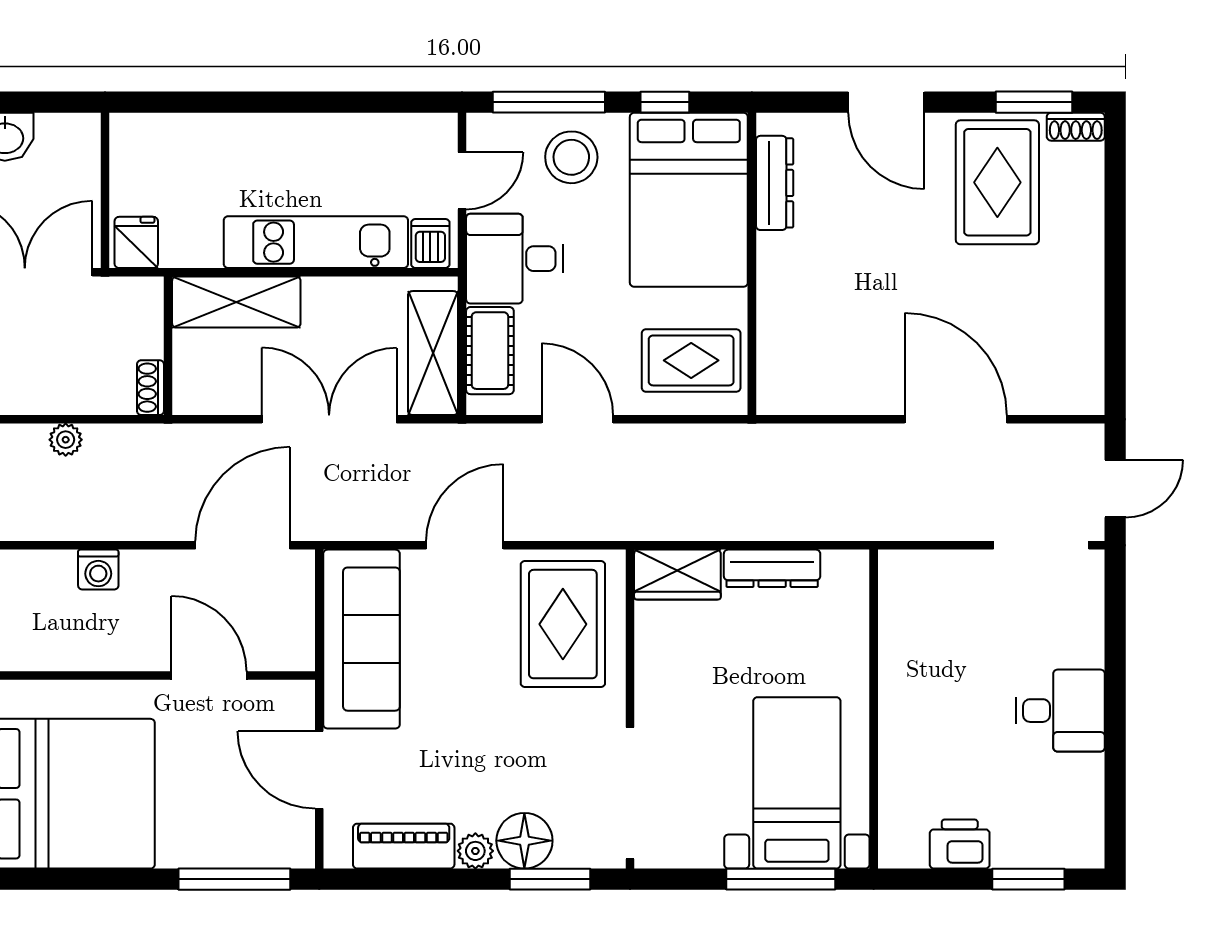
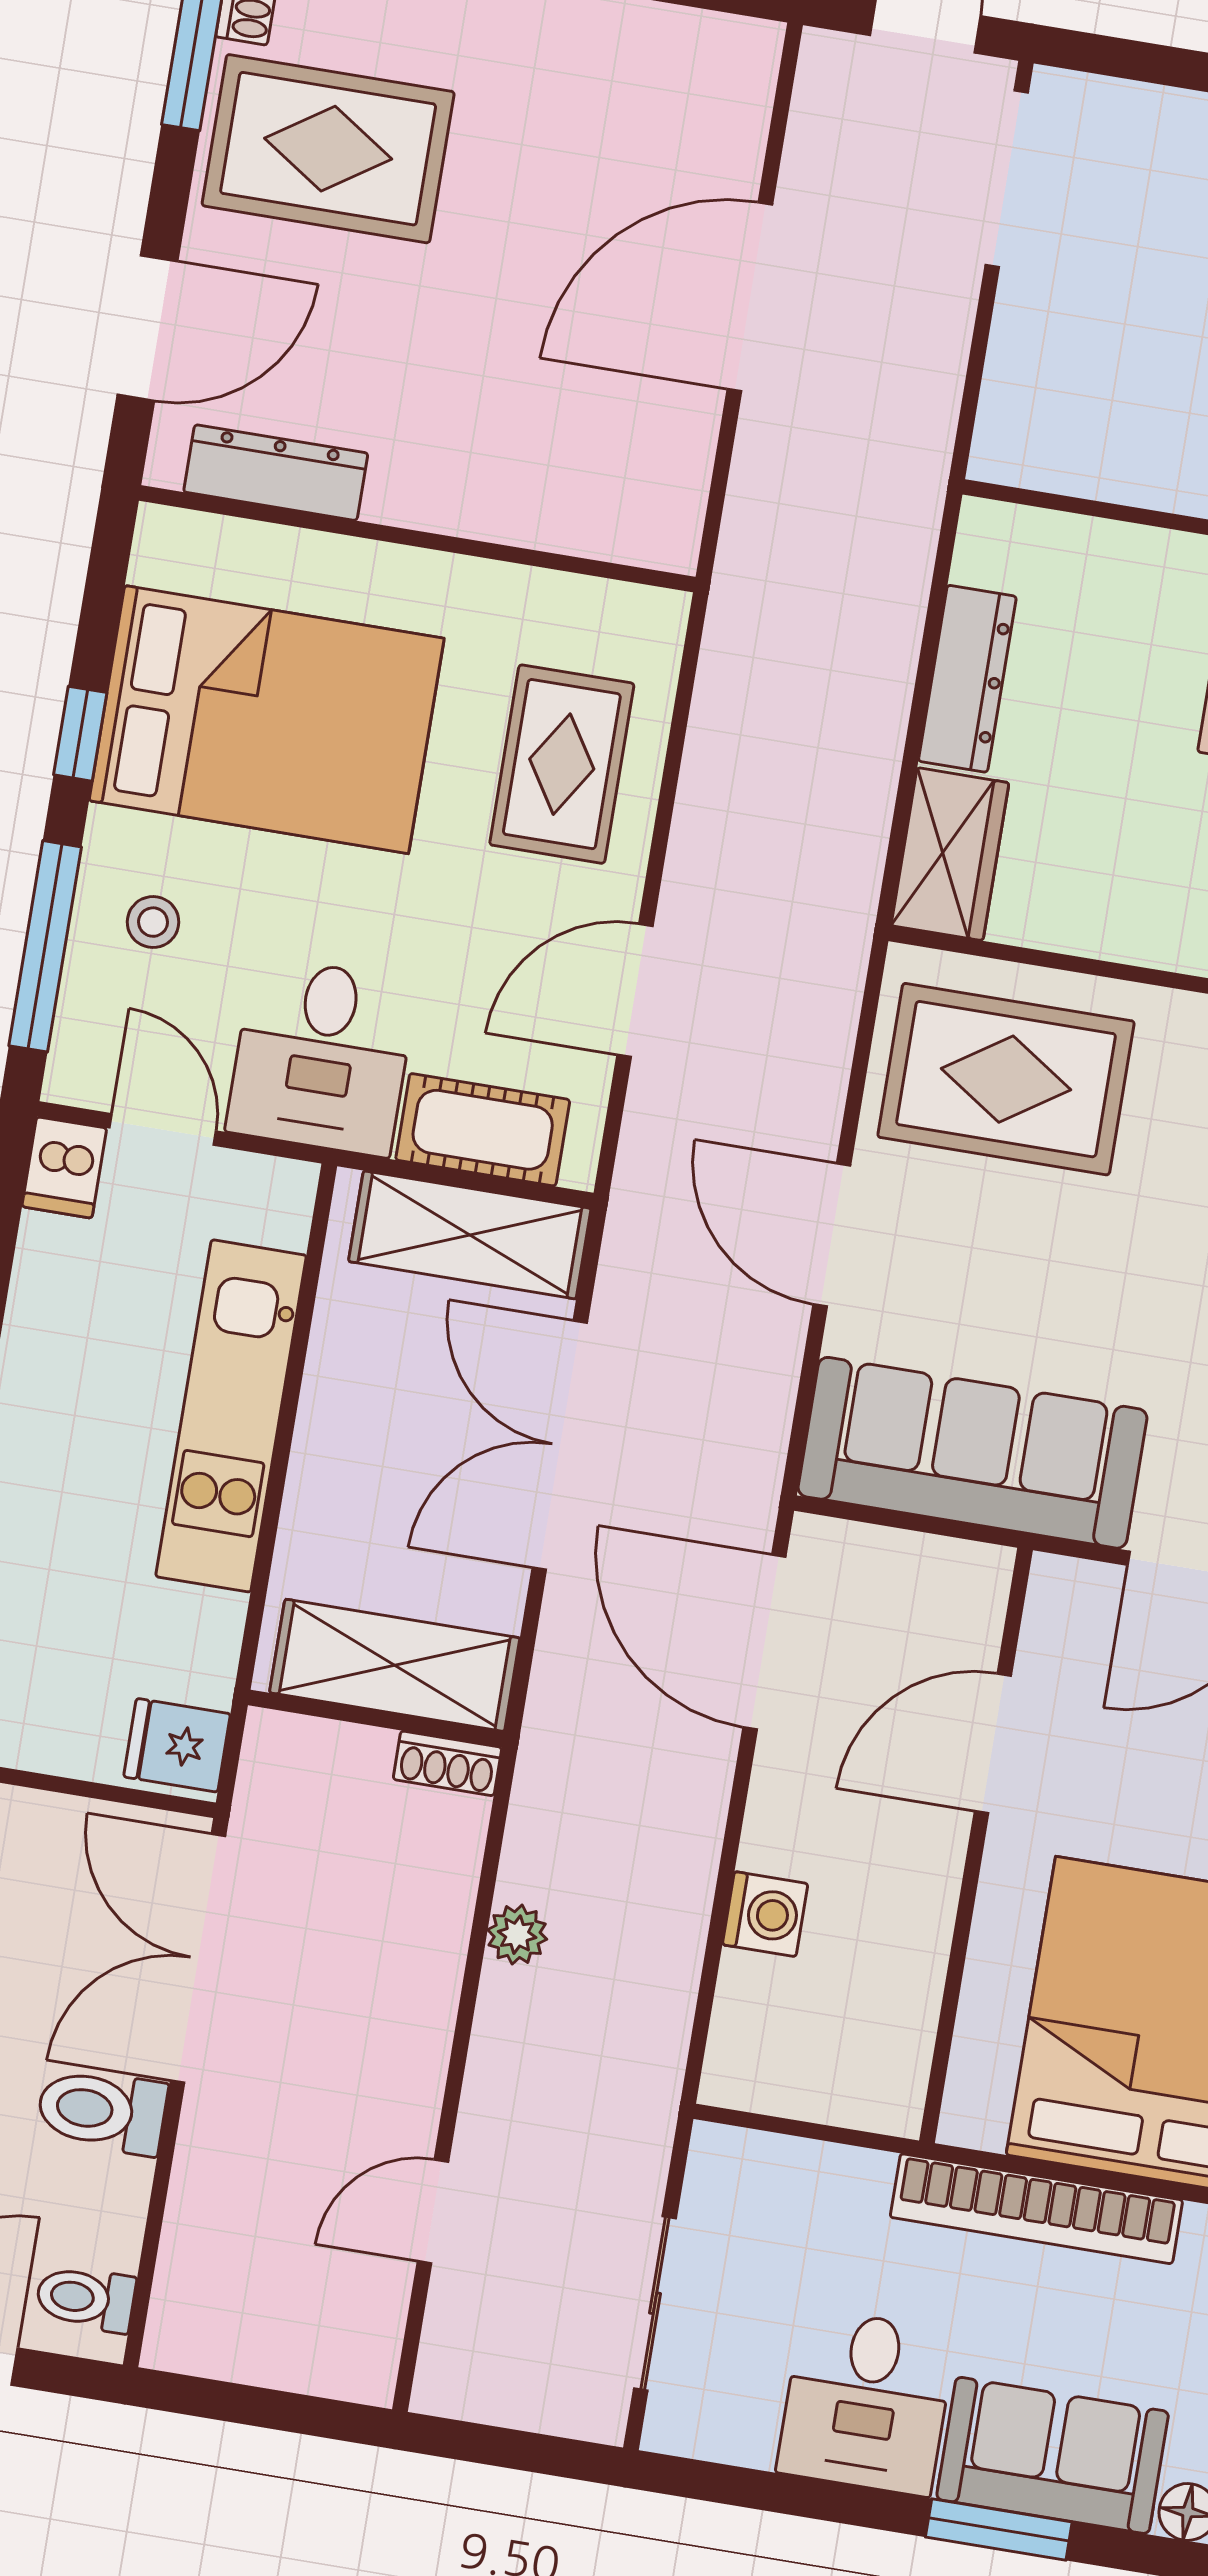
stool: (571, 157) -> (153, 922), width x0.53, depth x0.53
dresser: (775, 183) -> (276, 473), moved
dishwasher: (430, 243) -> (64, 1167), moved, turned -90
wall: (752, 264) -> (417, 539), moved
shelving: (236, 302) -> (395, 1665), moved, turned 90

